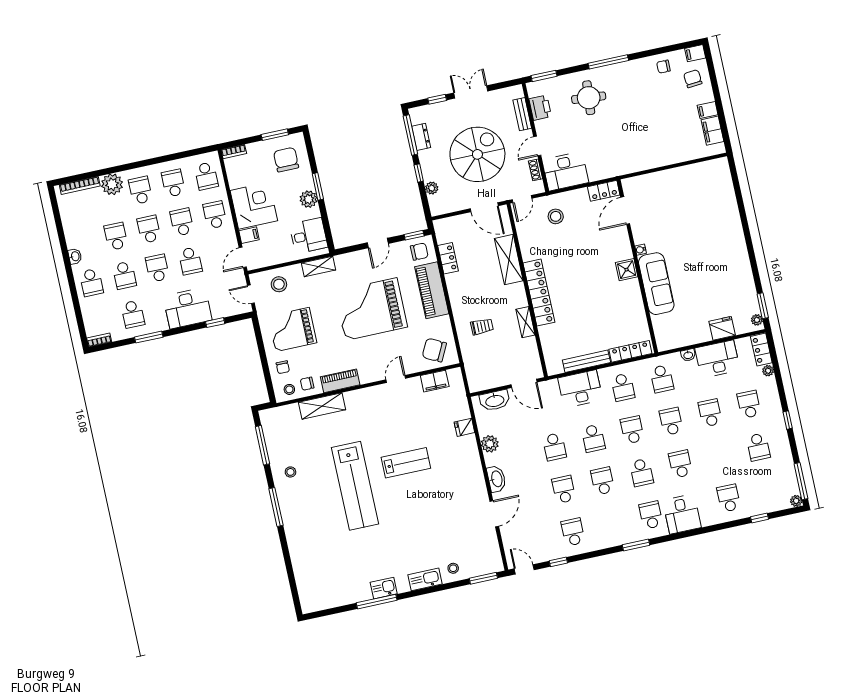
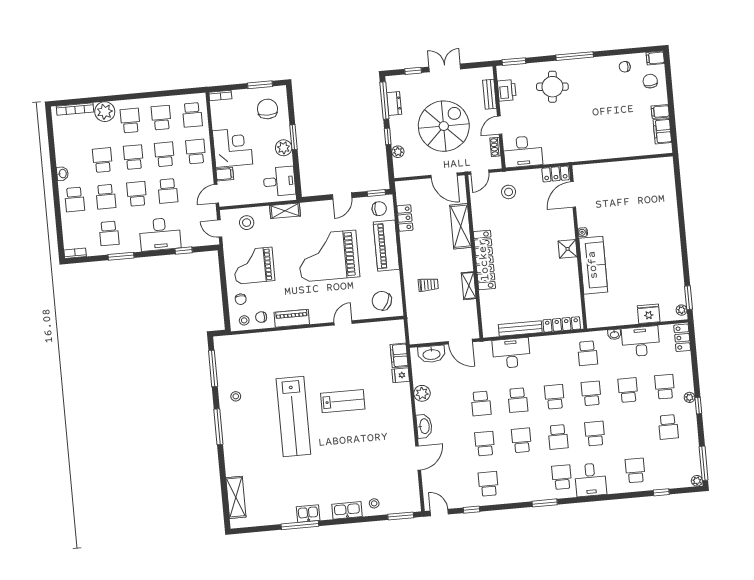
plant: (768, 371) -> (690, 397), moved
filing cabinet: (435, 381) -> (399, 355), moved, turned 90
school desk: (623, 387) -> (551, 357), removed
shelving: (322, 406) -> (236, 497), moved, turned 90

